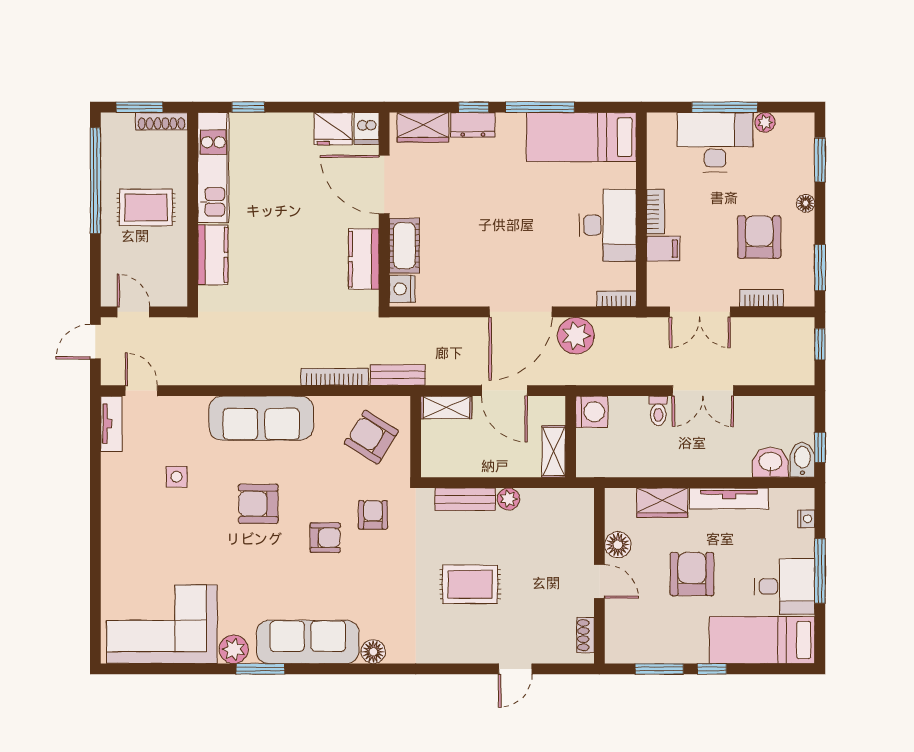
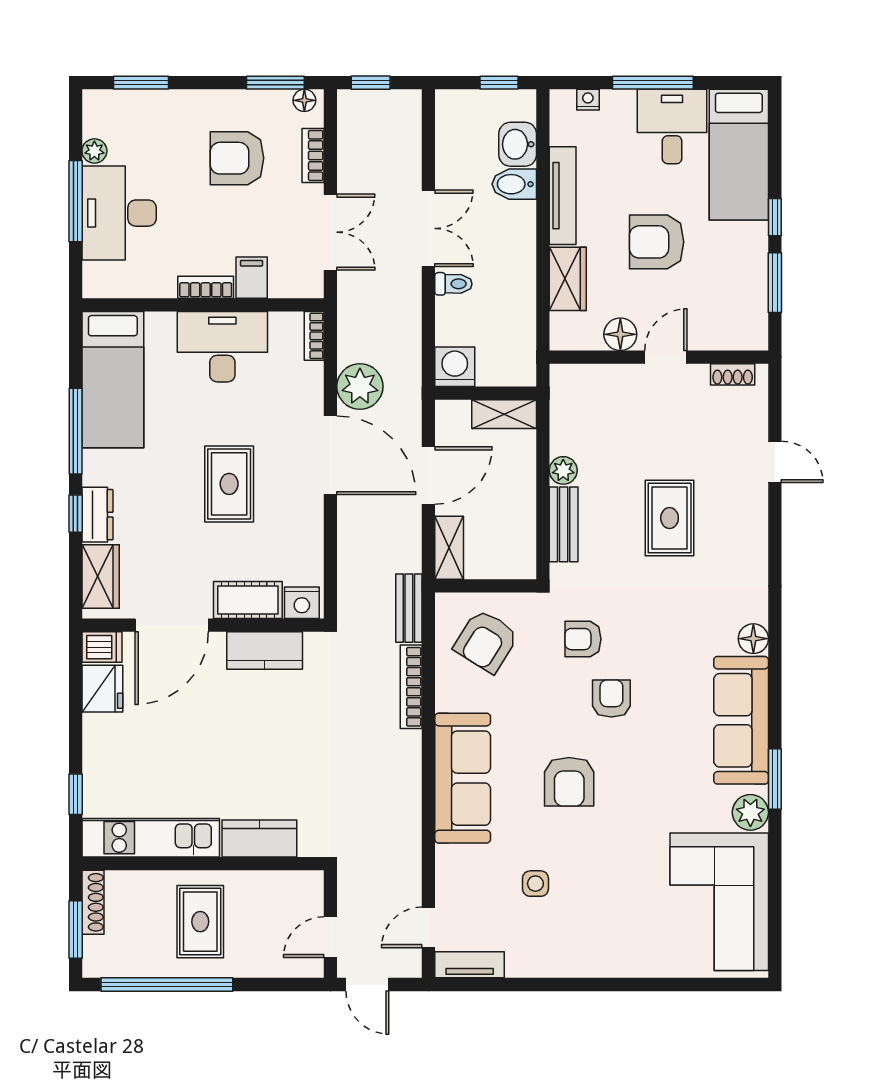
floor lamp: (806, 203) -> (304, 100), moved
rug: (498, 231) -> (229, 484), added
bidet: (802, 460) -> (514, 184), moved

